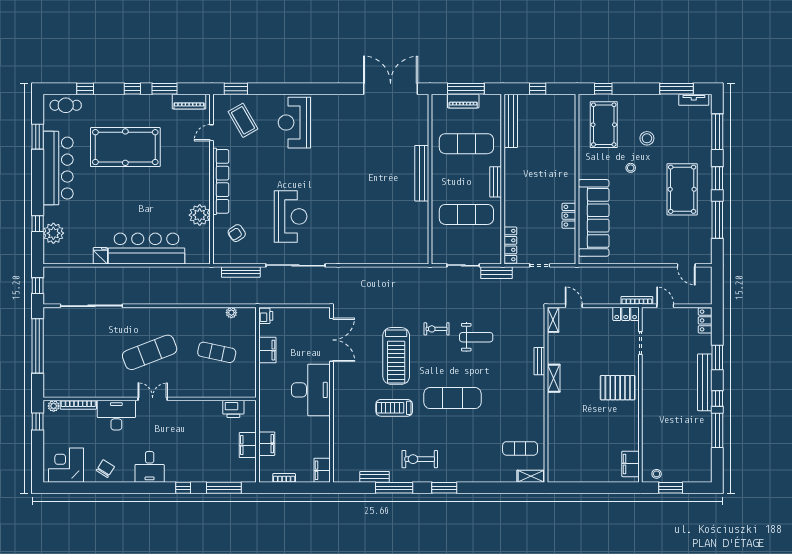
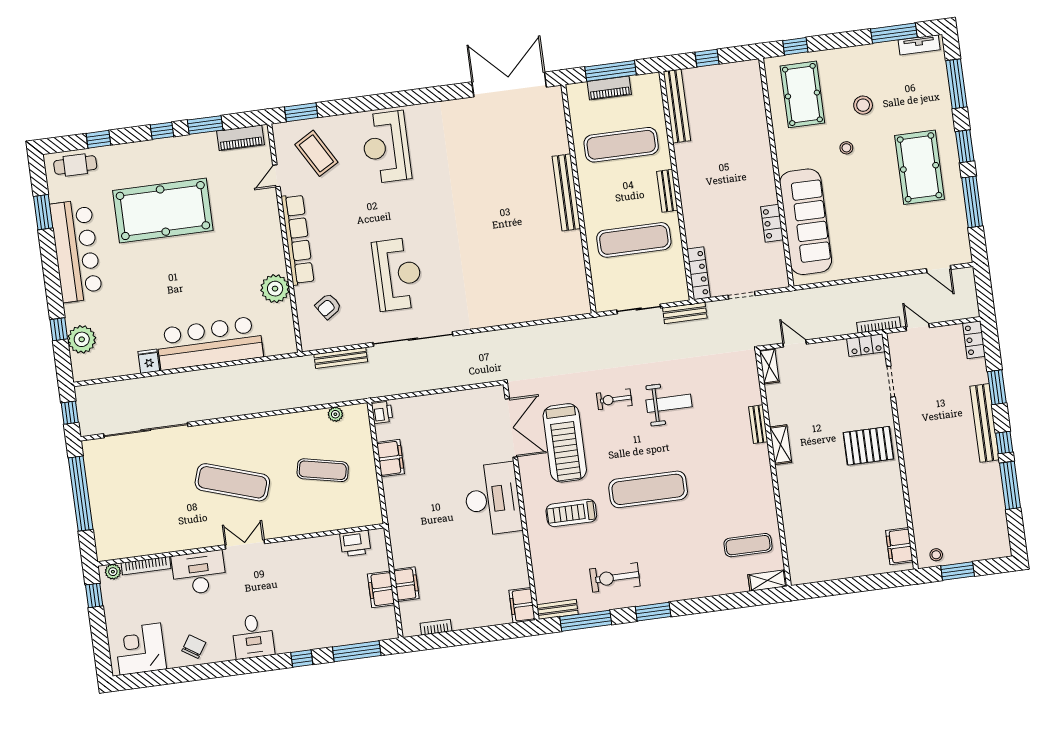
double door: (332, 340) -> (511, 428), moved
exercise mat: (150, 352) -> (232, 482), turned 39
desk: (311, 390) -> (492, 499), moved
wall: (332, 395) -> (521, 502), moved
filing cabinet: (322, 470) -> (522, 605), moved

